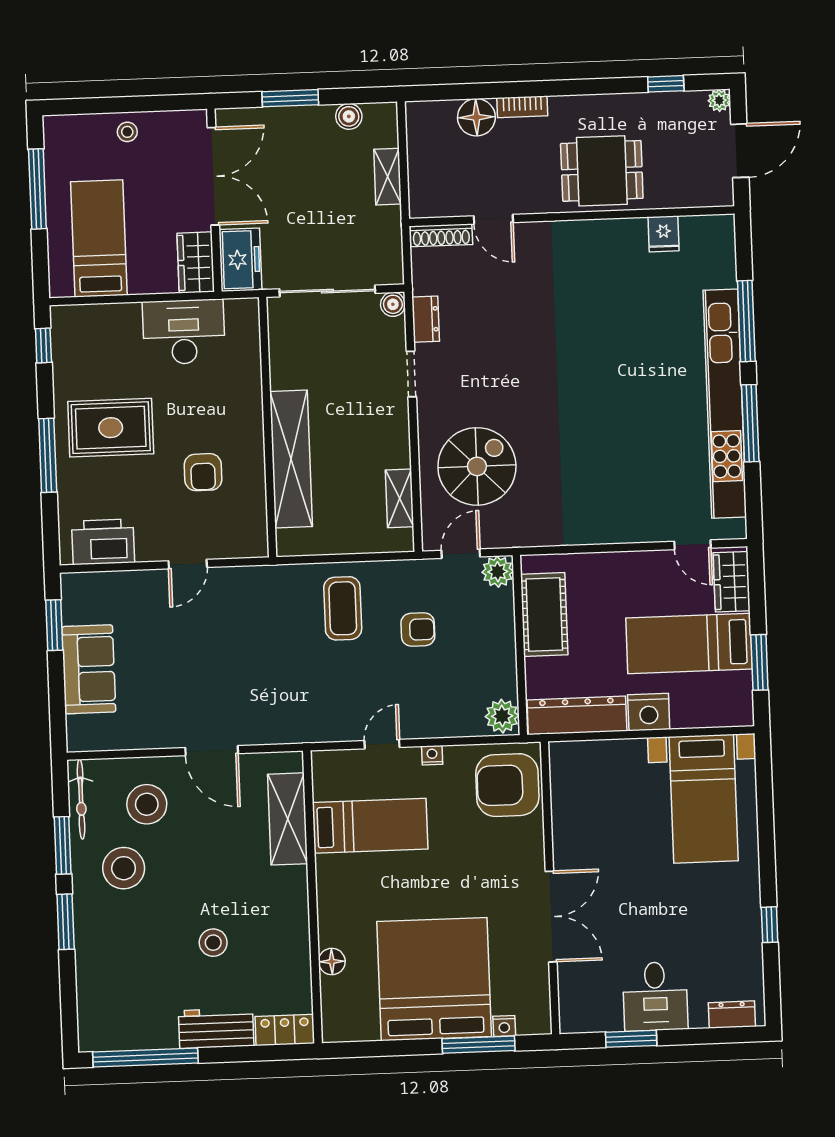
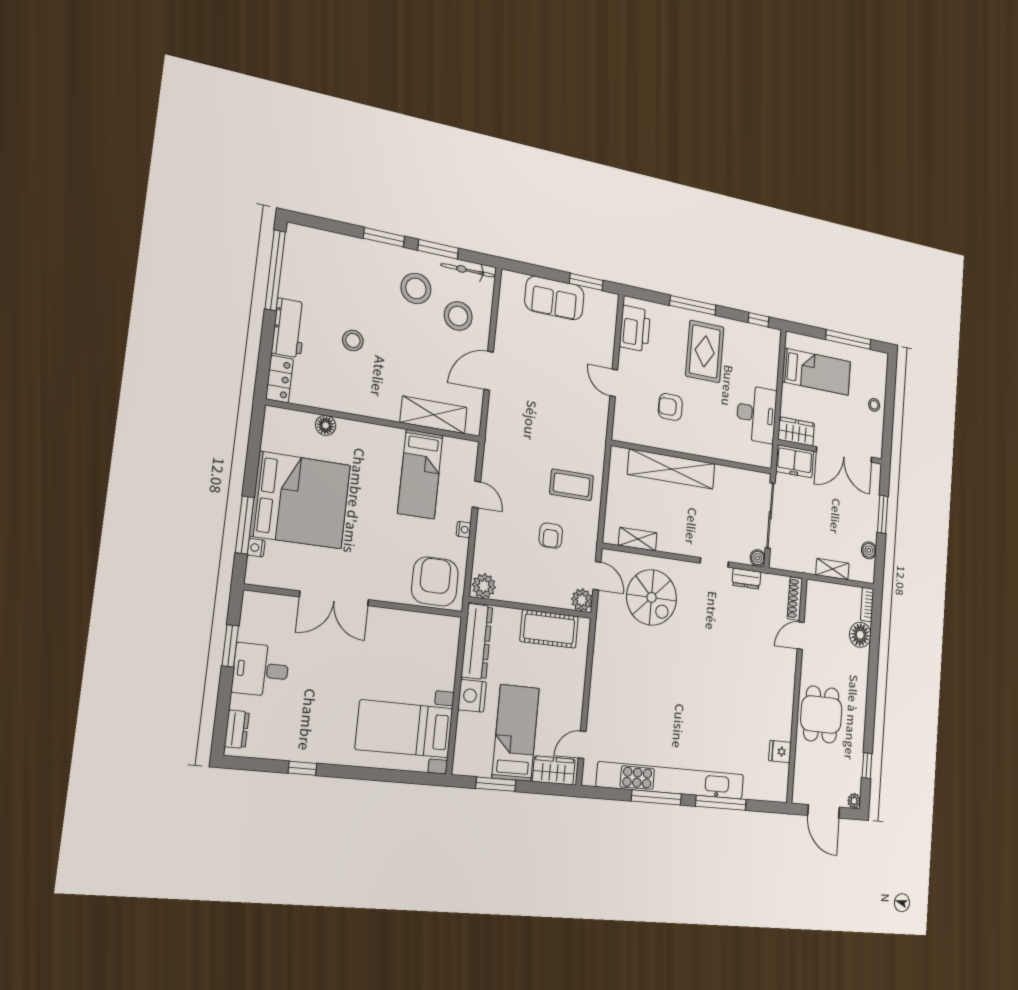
bookcase: (522, 107) -> (867, 605), moved

